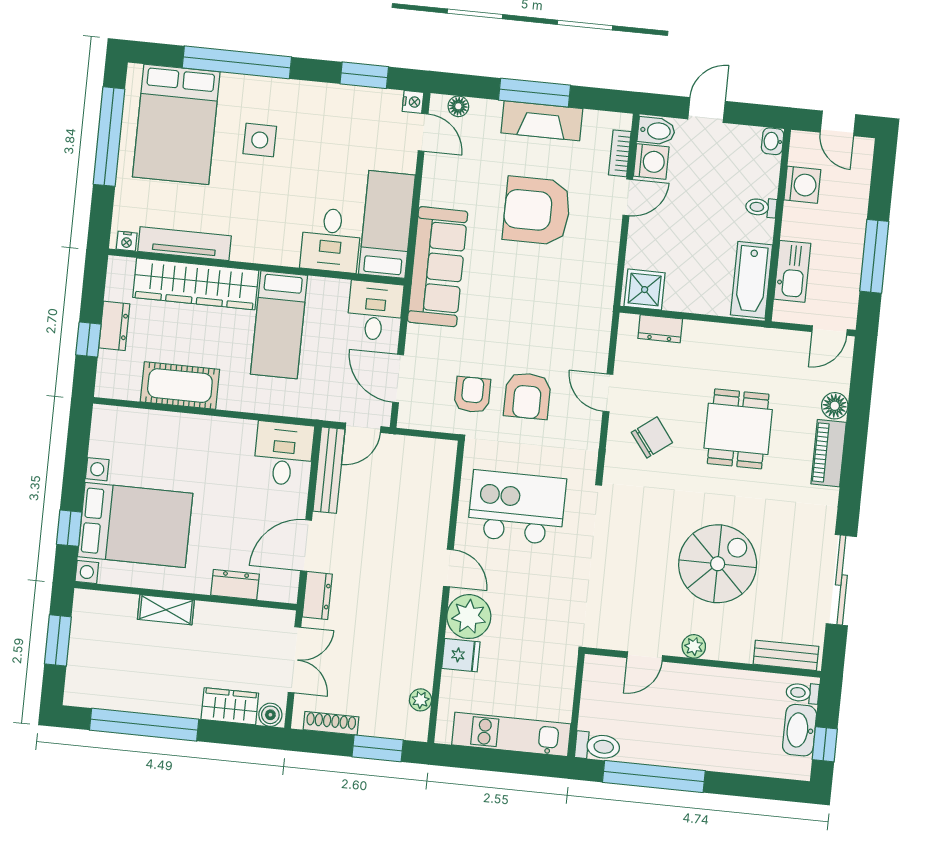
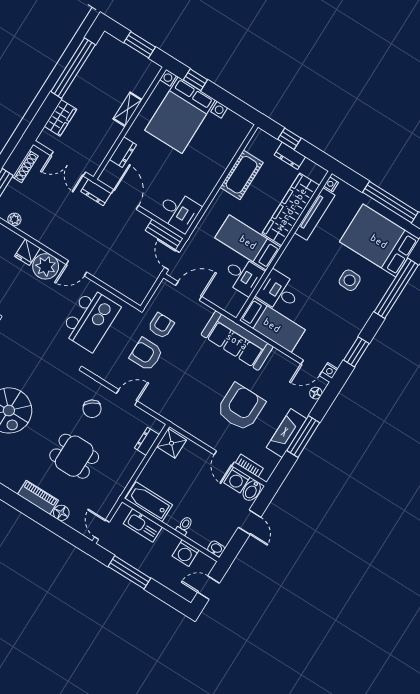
desk: (375, 311) -> (243, 276), moved
armchair: (472, 395) -> (161, 326), turned -90
bench: (329, 470) -> (164, 234), width x0.73
boiler: (270, 715) -> (46, 137), removed

